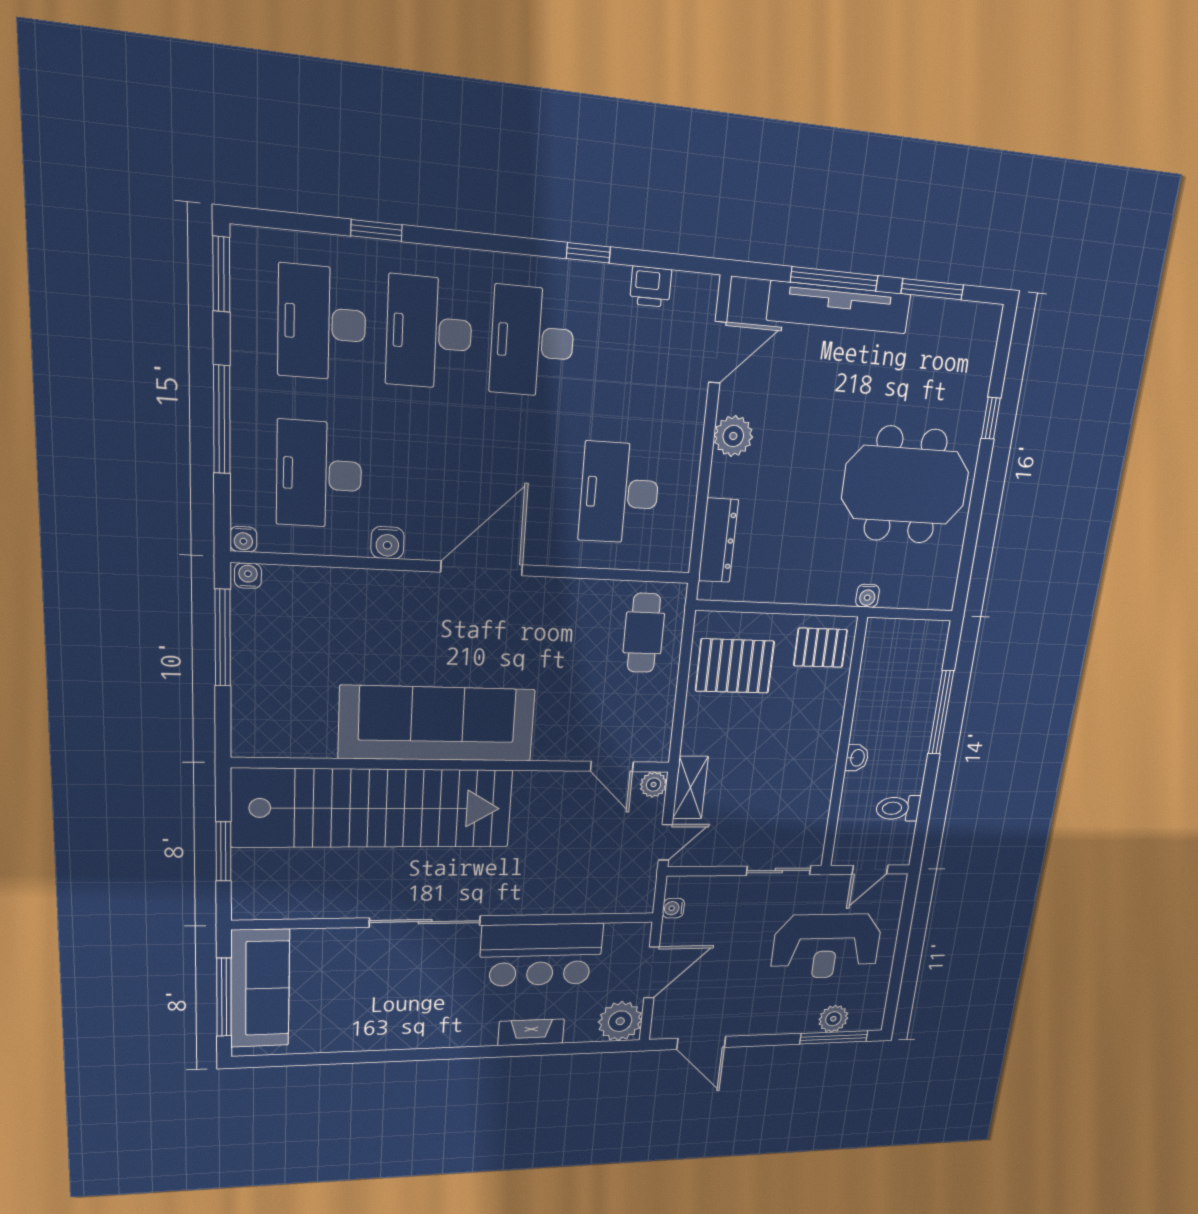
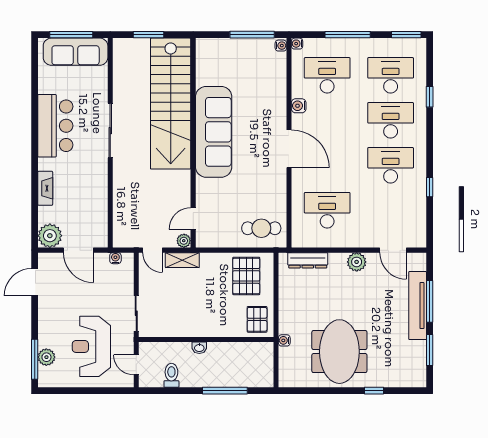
printer: (651, 287) -> (418, 216), removed
bar counter: (541, 955) -> (55, 126), moved, turned 180

